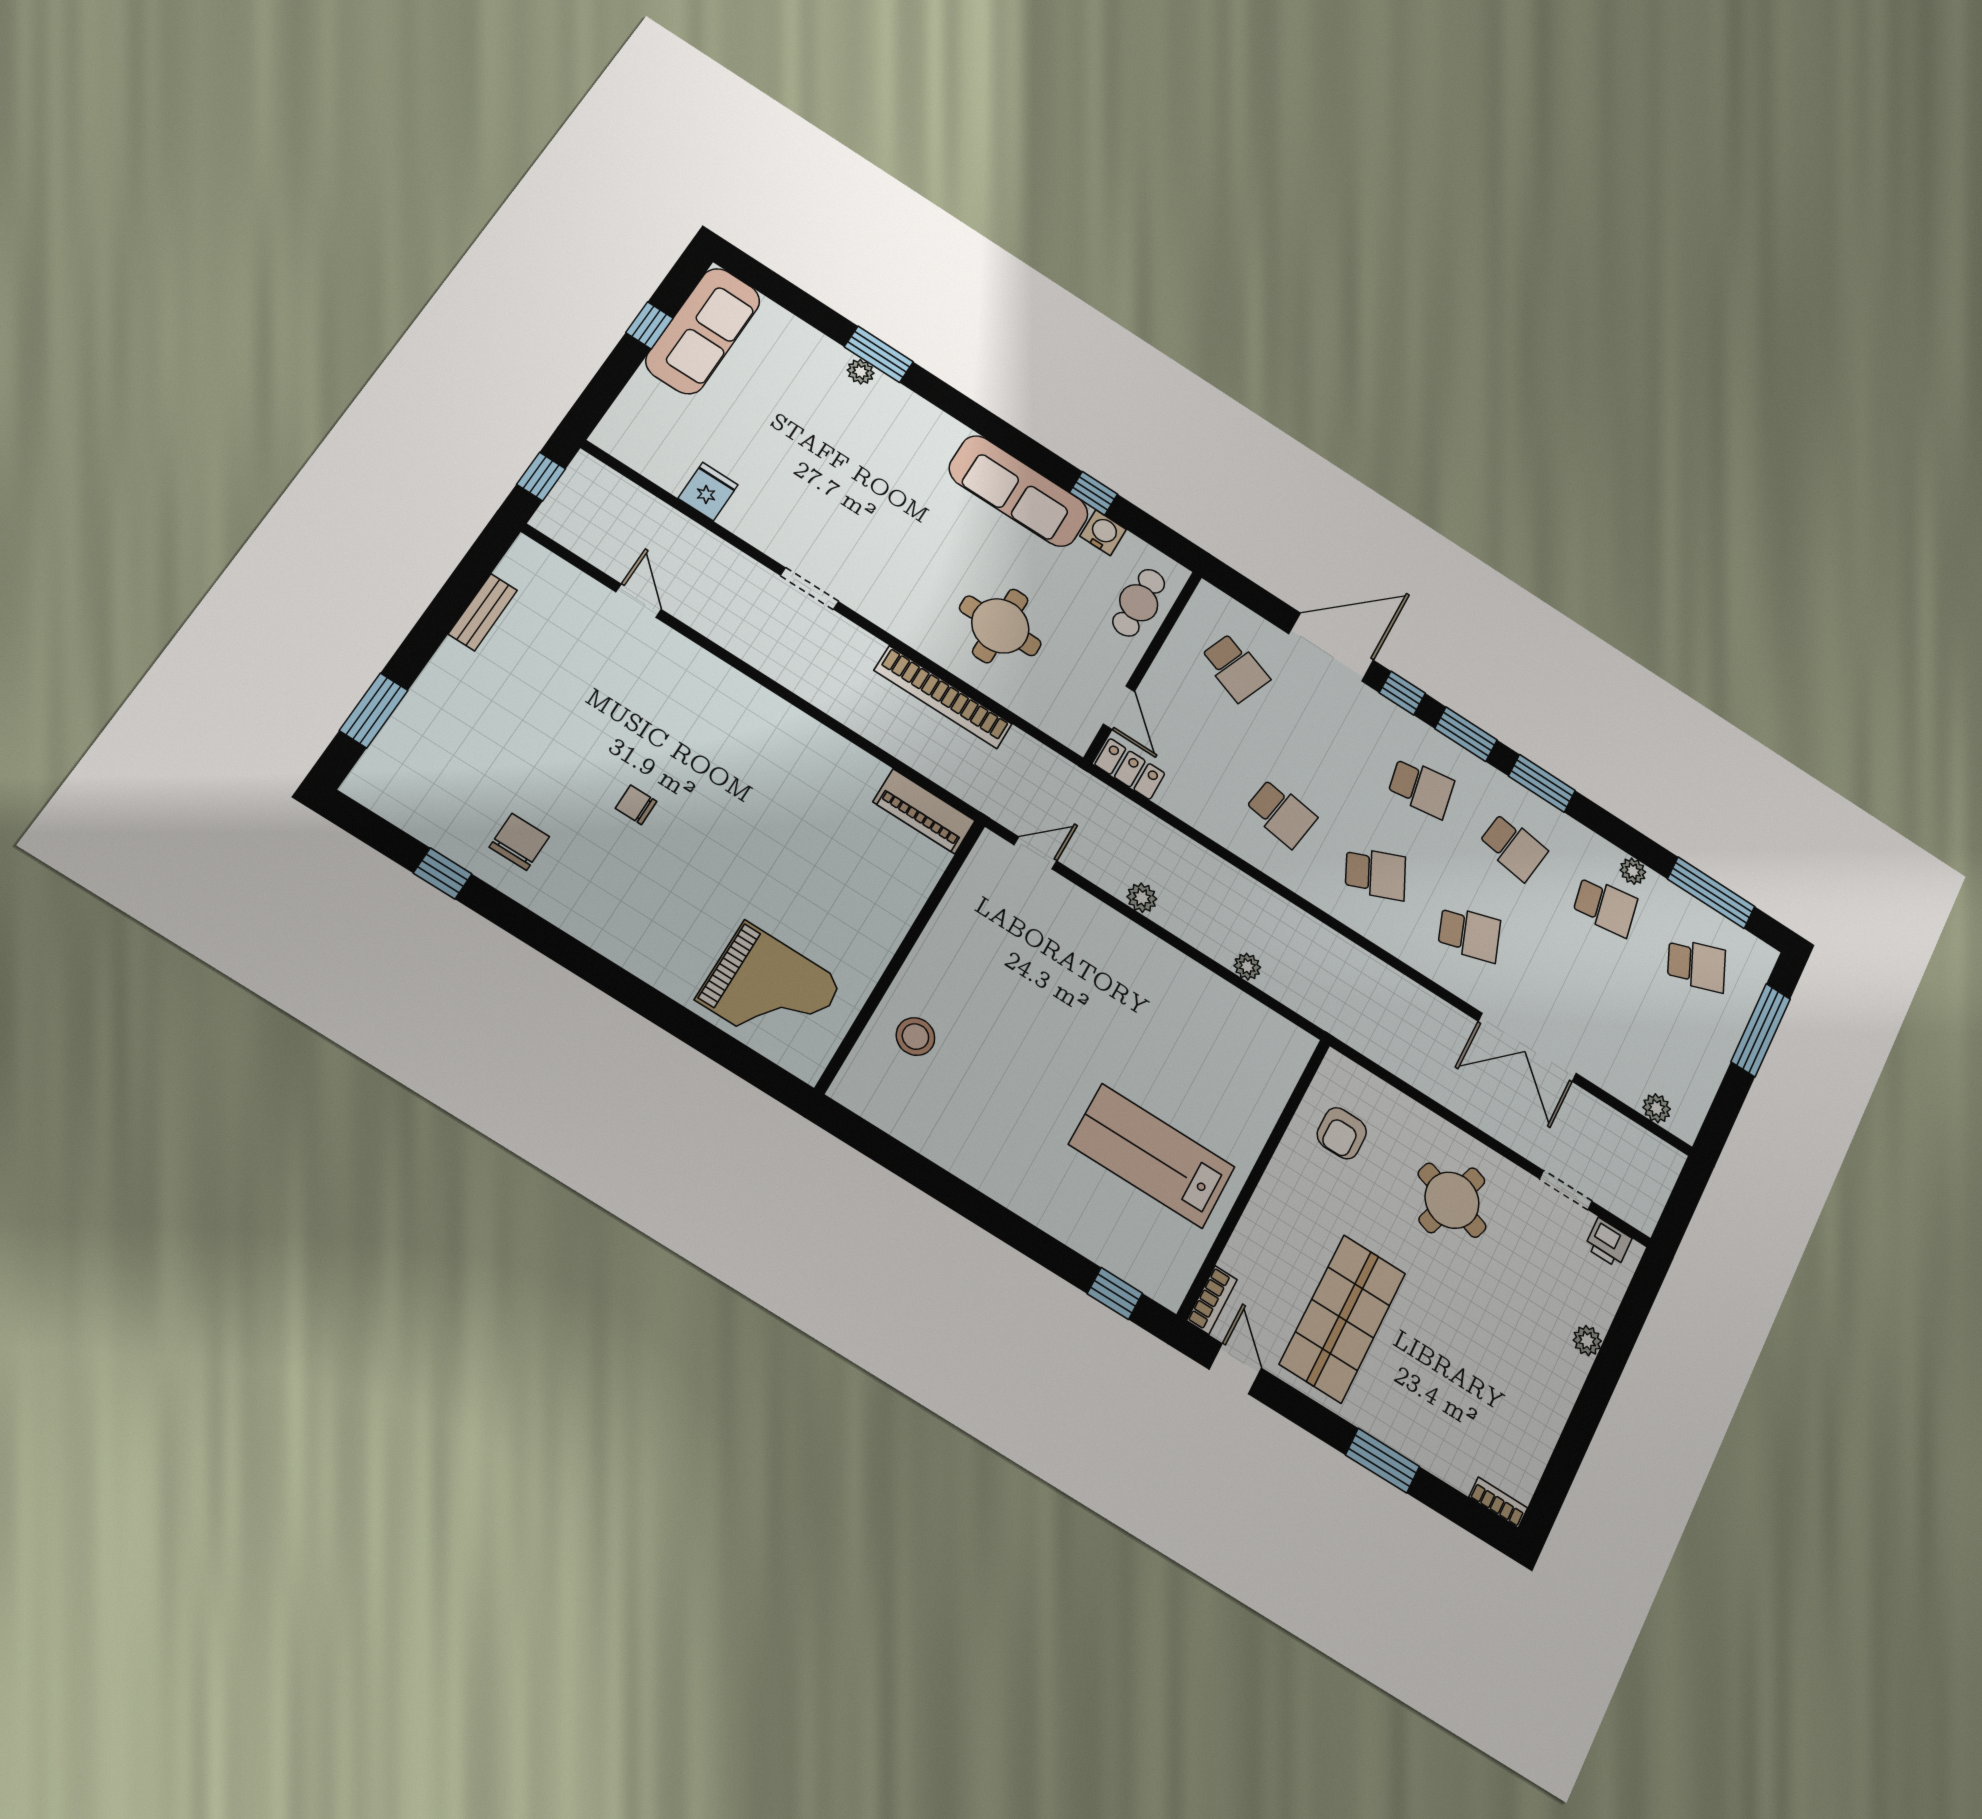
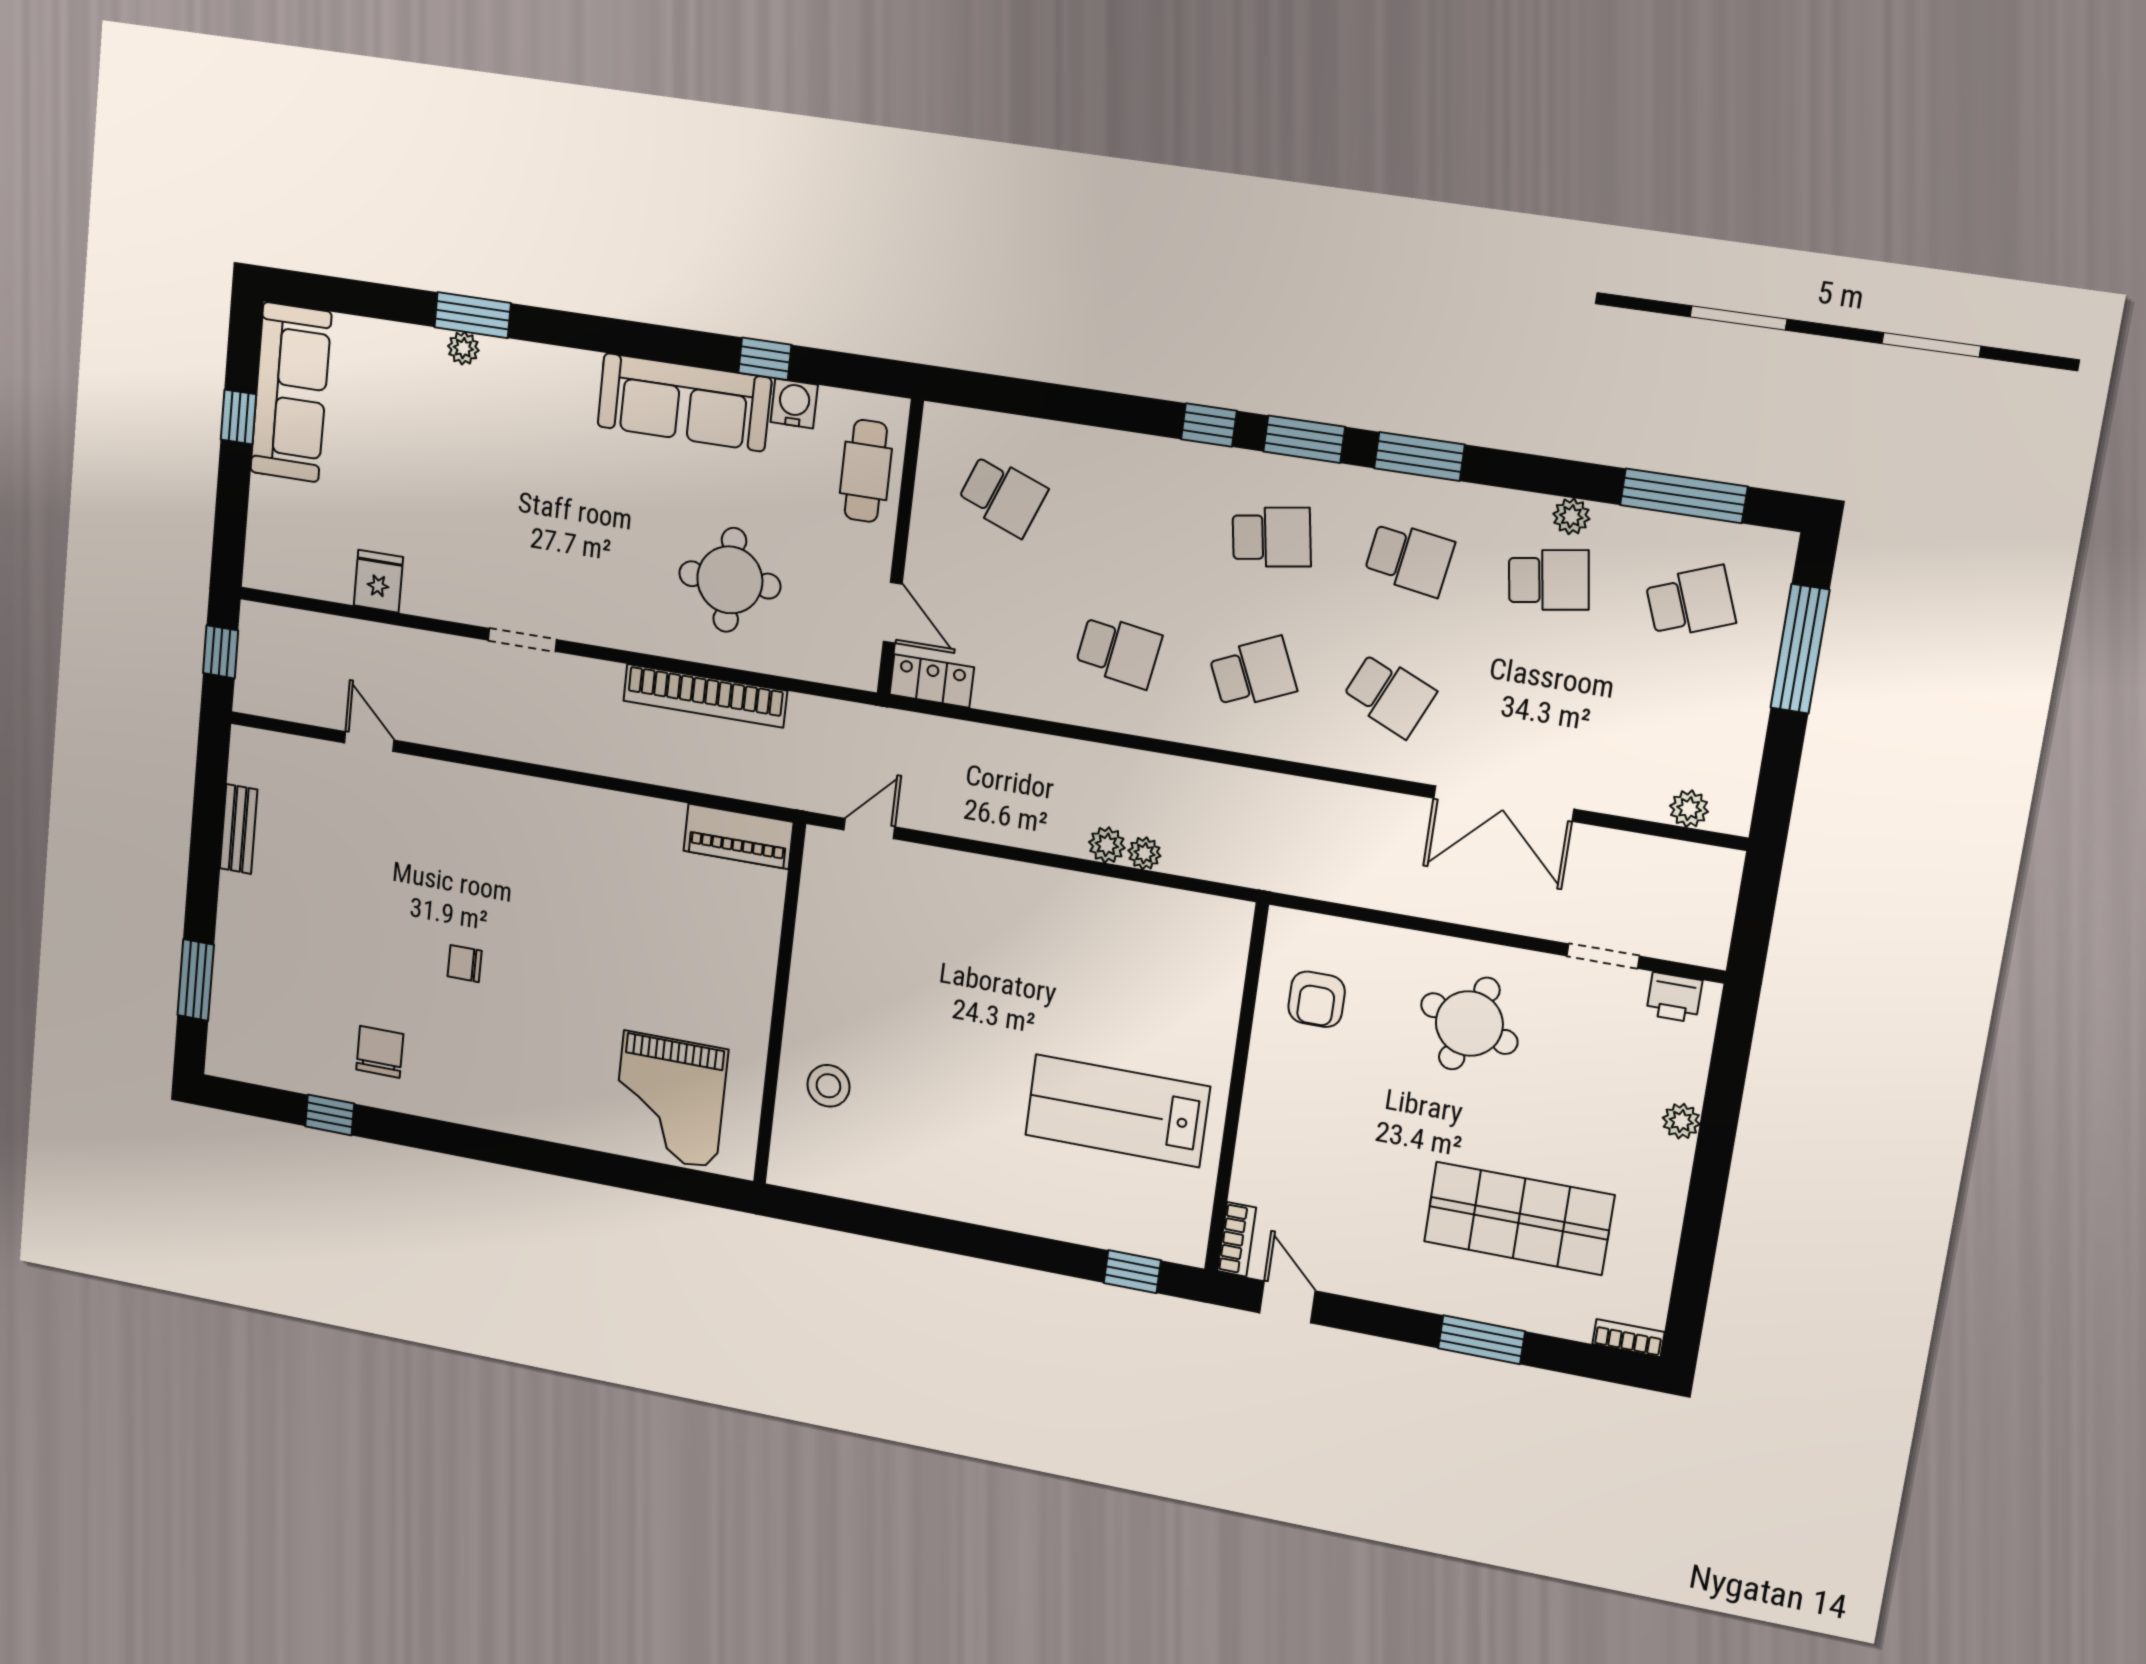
door: (1331, 647) -> (1104, 409), removed
plant: (1142, 898) -> (1107, 845), moved
school desk: (1469, 934) -> (1389, 695), turned 42
grand piano: (769, 991) -> (670, 1100), turned 90
shop shelf: (1343, 1319) -> (1519, 1218), moved, turned 90

